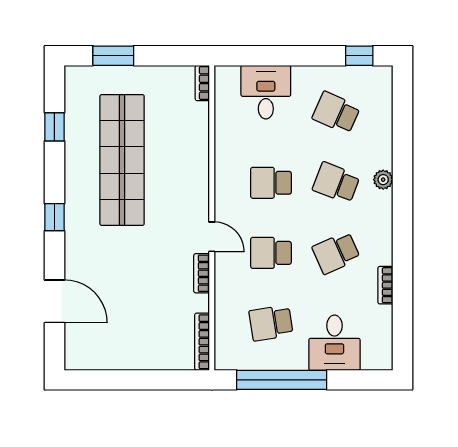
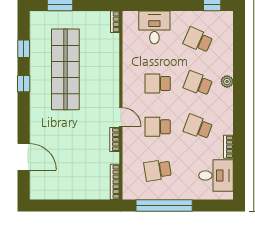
window: (54, 217) -> (24, 84), moved
school desk: (336, 253) -> (198, 127), turned 45
desk: (334, 343) -> (216, 175), moved, turned -90

